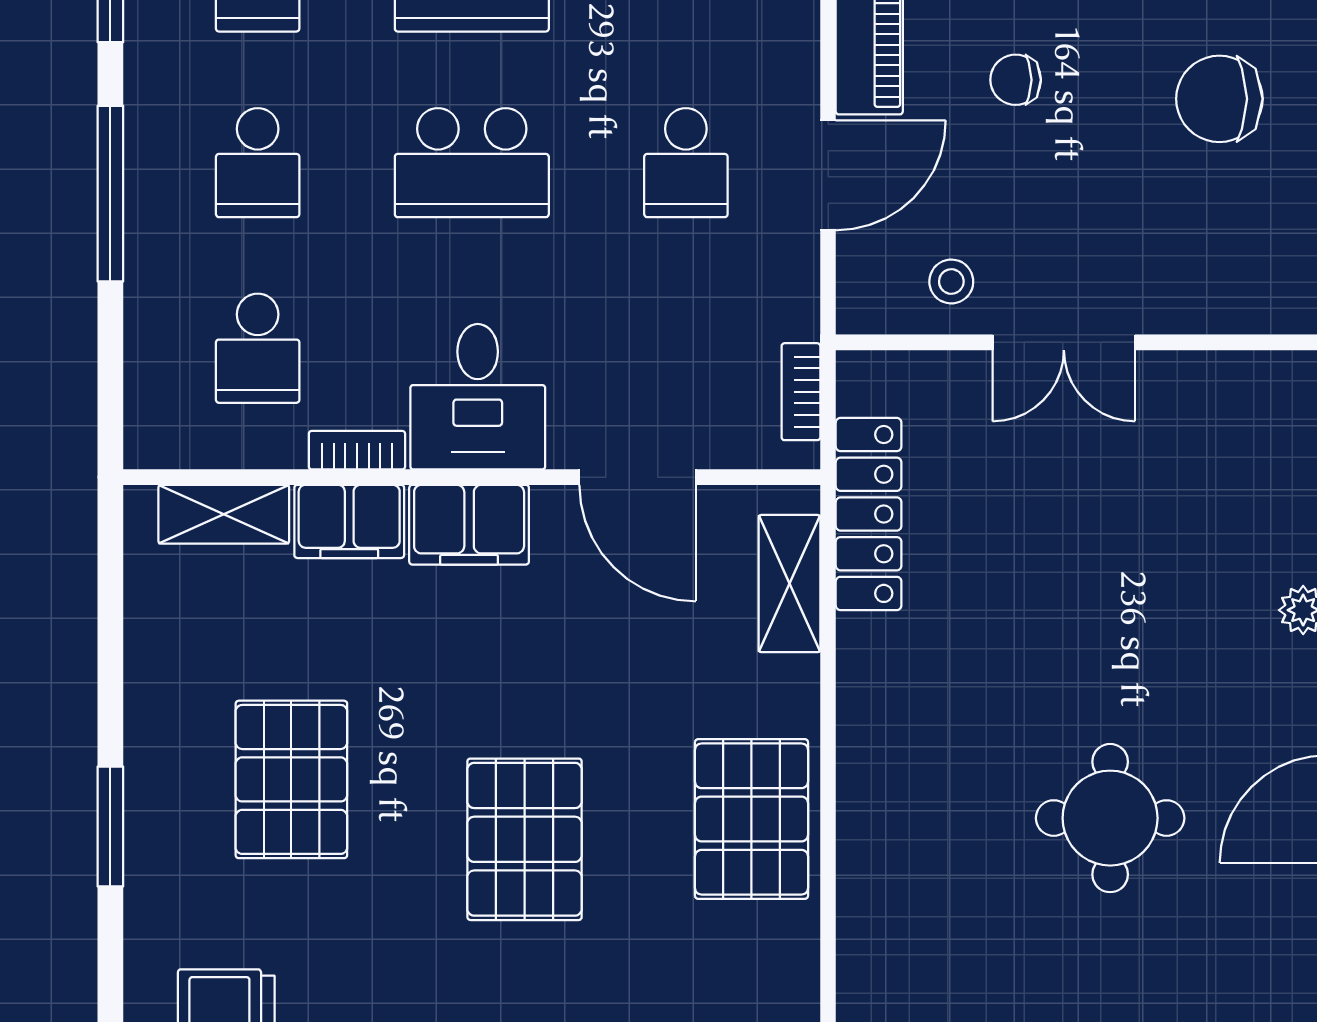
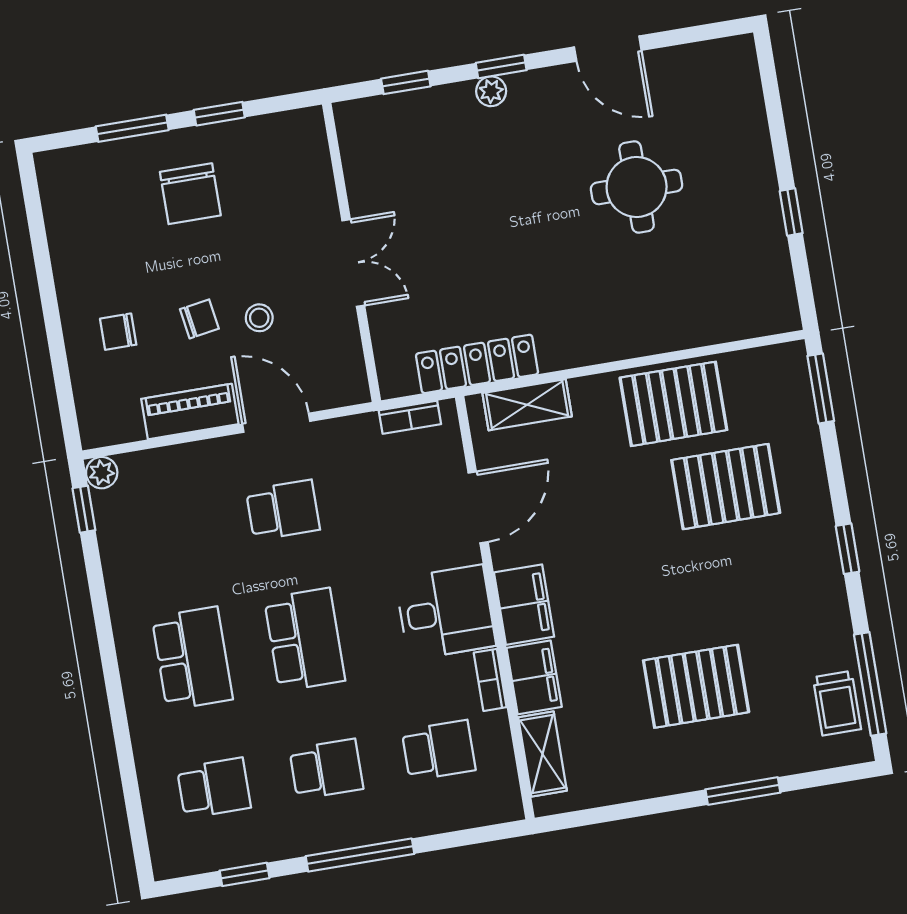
chair: (1016, 80) -> (199, 319), turned -99
stool: (951, 281) -> (259, 318), moved
pallet: (525, 839) -> (726, 487), moved

